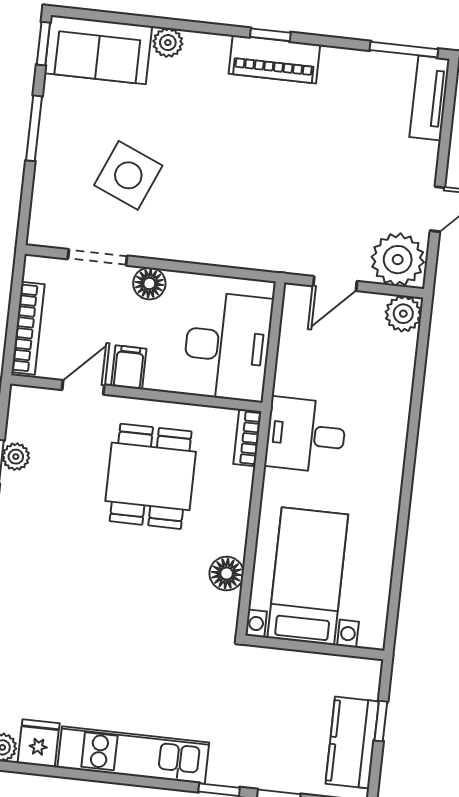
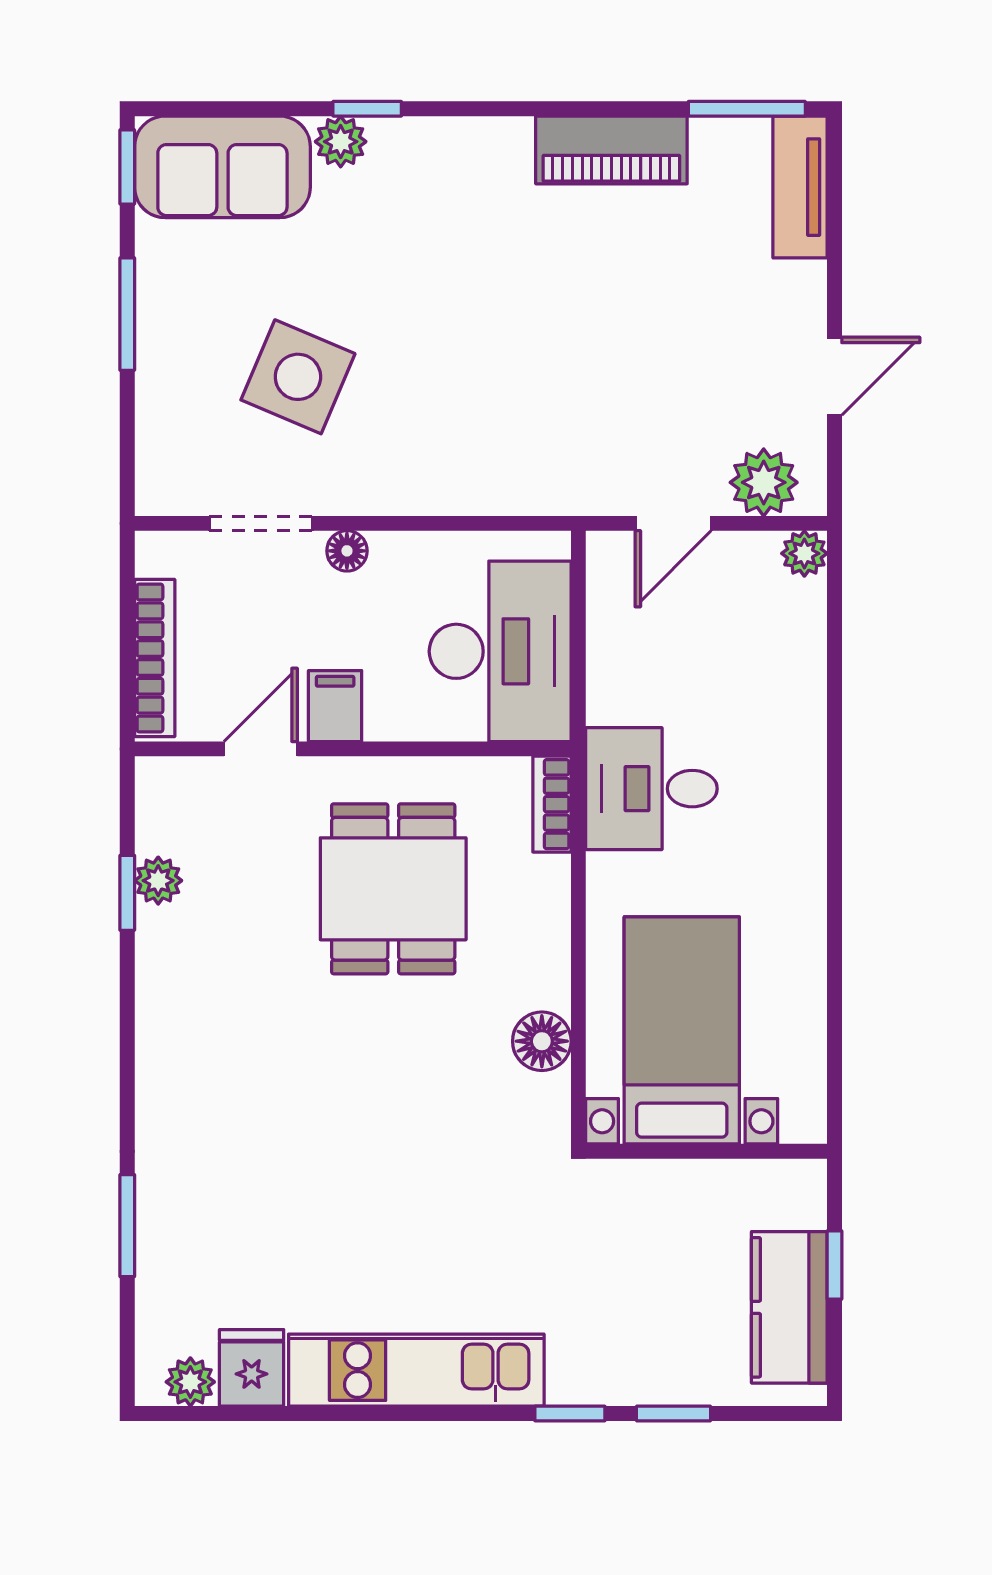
window: (270, 35) -> (367, 109), moved
piano: (274, 59) -> (611, 150), moved
plant: (398, 260) -> (764, 482), width x0.73, depth x0.73
floor lamp: (149, 284) -> (347, 551), width x0.73, depth x0.73
plant: (403, 314) -> (804, 553), width x0.73, depth x0.73

